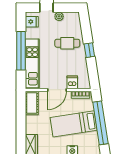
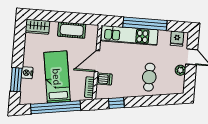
window: (89, 50) -> (116, 103), moved
door: (57, 90) -> (97, 61), hinge flipped
cot: (32, 103) -> (72, 30), moved

